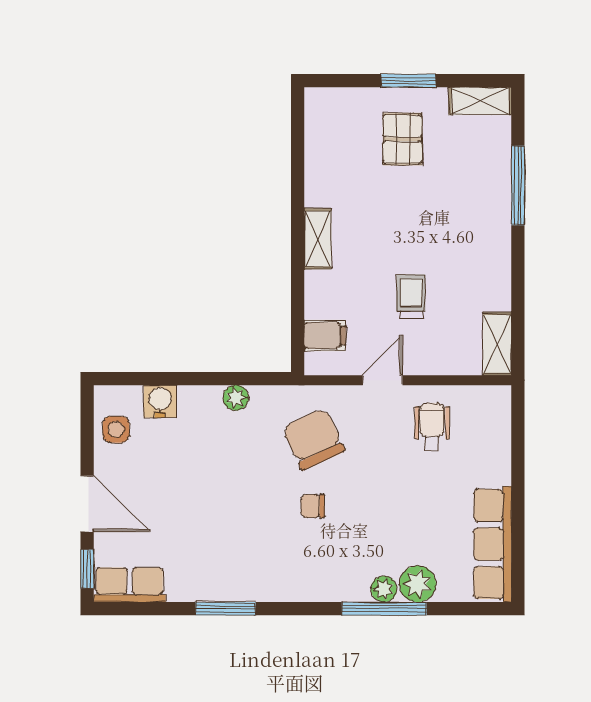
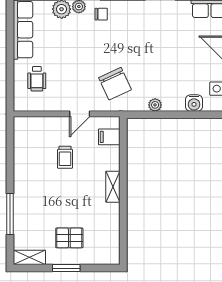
pallet: (402, 139) -> (69, 238), turned 90
shelving: (497, 344) -> (21, 133), removed
wheelchair: (432, 427) -> (37, 79), moved
chair: (313, 506) -> (101, 14), moved

